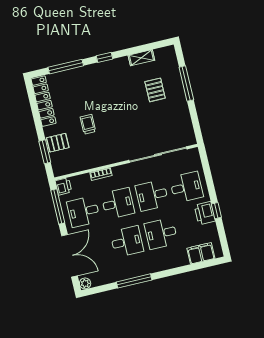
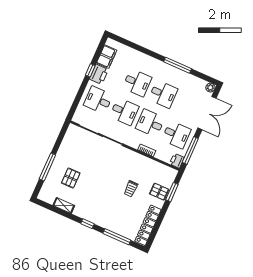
desk: (127, 242) -> (163, 94), turned 180
filing cabinet: (201, 253) -> (107, 57), moved, turned -90
double door: (69, 256) -> (207, 113), swing flipped

